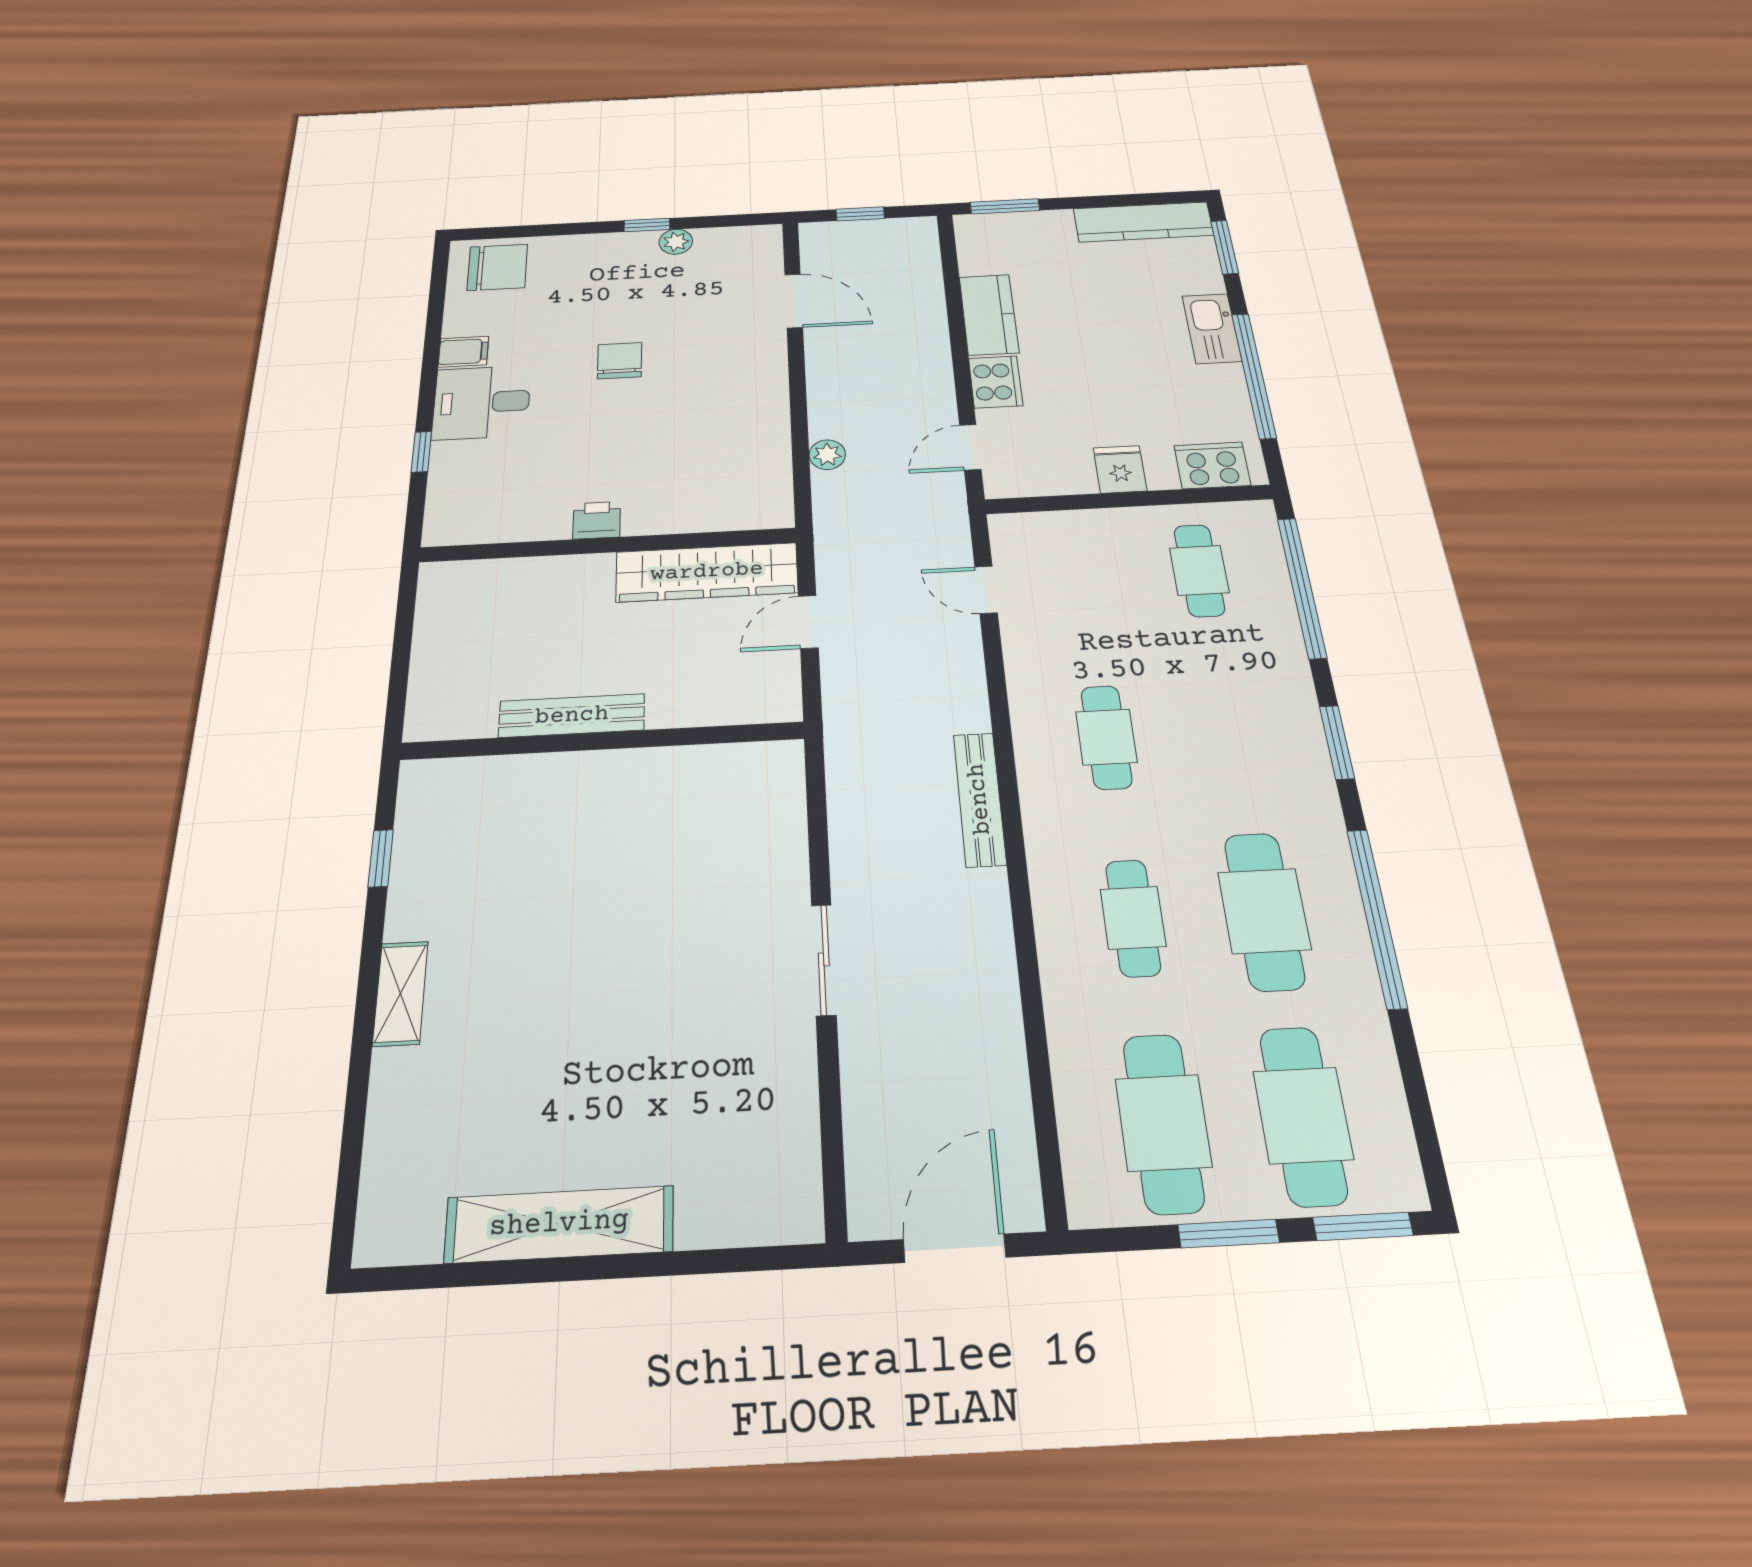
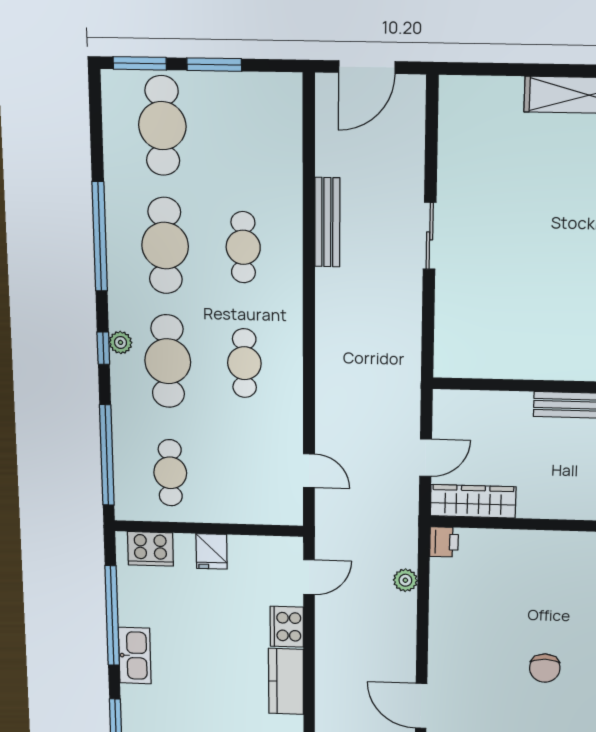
printer: (597, 520) -> (444, 542), moved, turned -90
wardrobe: (707, 572) -> (473, 501), width x0.71, depth x0.85
window: (1337, 742) -> (103, 348), width x0.67
plant: (1311, 753) -> (121, 342), added
bench: (980, 799) -> (327, 222), moved
cafe table: (1163, 1123) -> (168, 361), moved

